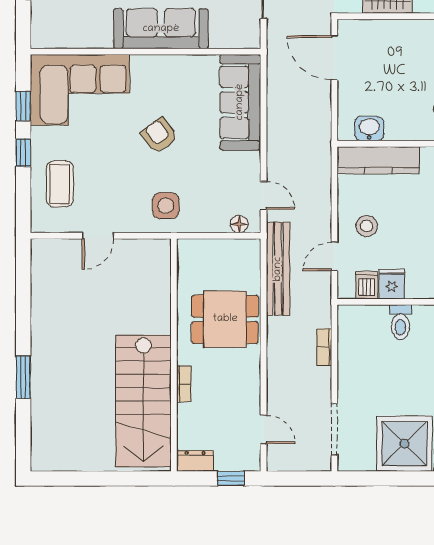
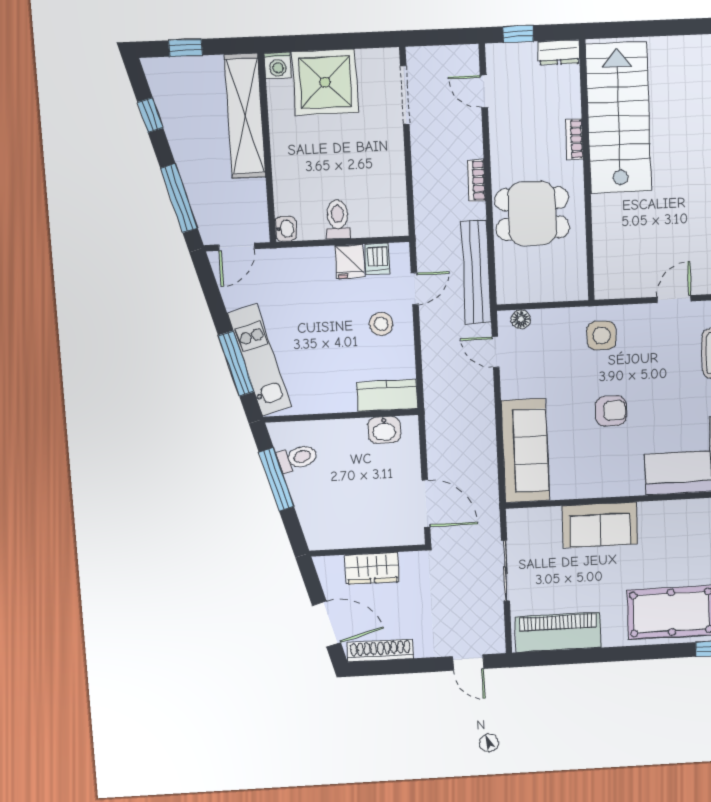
sofa: (161, 29) -> (600, 525), width x0.73
armchair: (159, 135) -> (611, 411), turned -53
kitchen counter: (378, 160) -> (387, 395), width x0.67
bookcase: (324, 347) -> (477, 181), moved, turned 180

